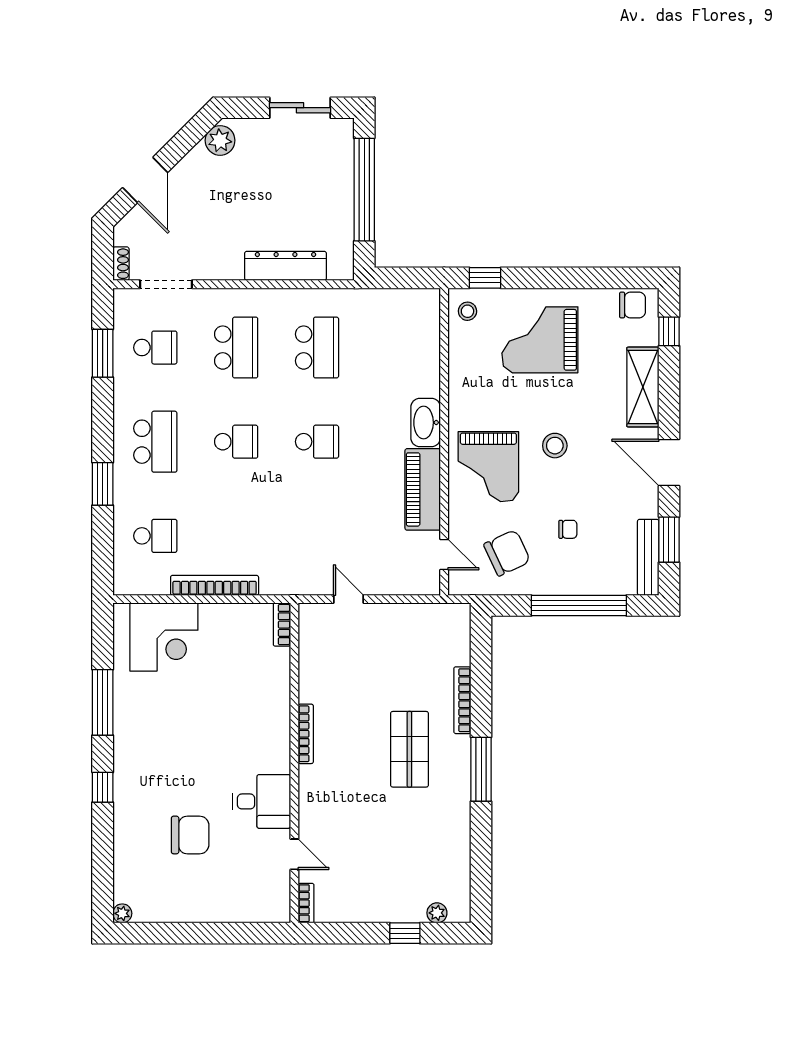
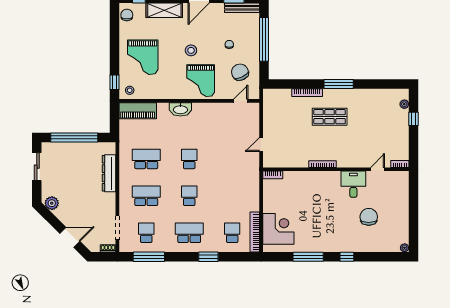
window: (103, 353) -> (149, 257), width x1.44
grand piano: (488, 467) -> (201, 81), turned 90
piano: (423, 489) -> (138, 111), moved
bookcase: (215, 585) -> (255, 232), moved

